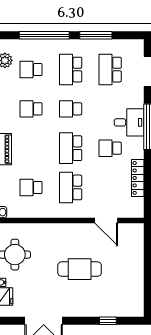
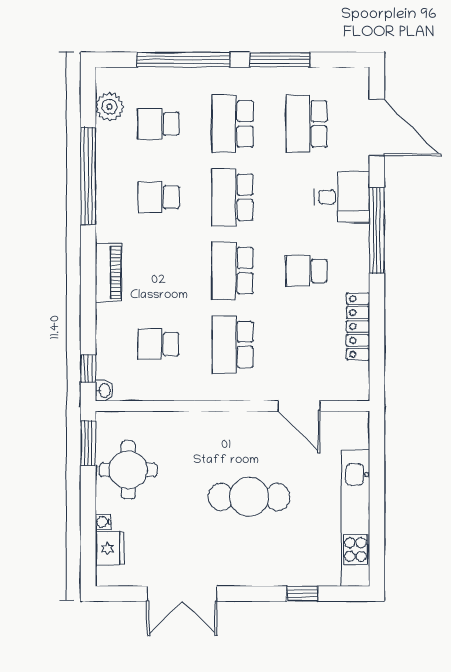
school desk: (71, 109) -> (232, 197), width x1.85
desk: (129, 122) -> (342, 197), moved
kitchen unit: (136, 280) -> (355, 518), added

